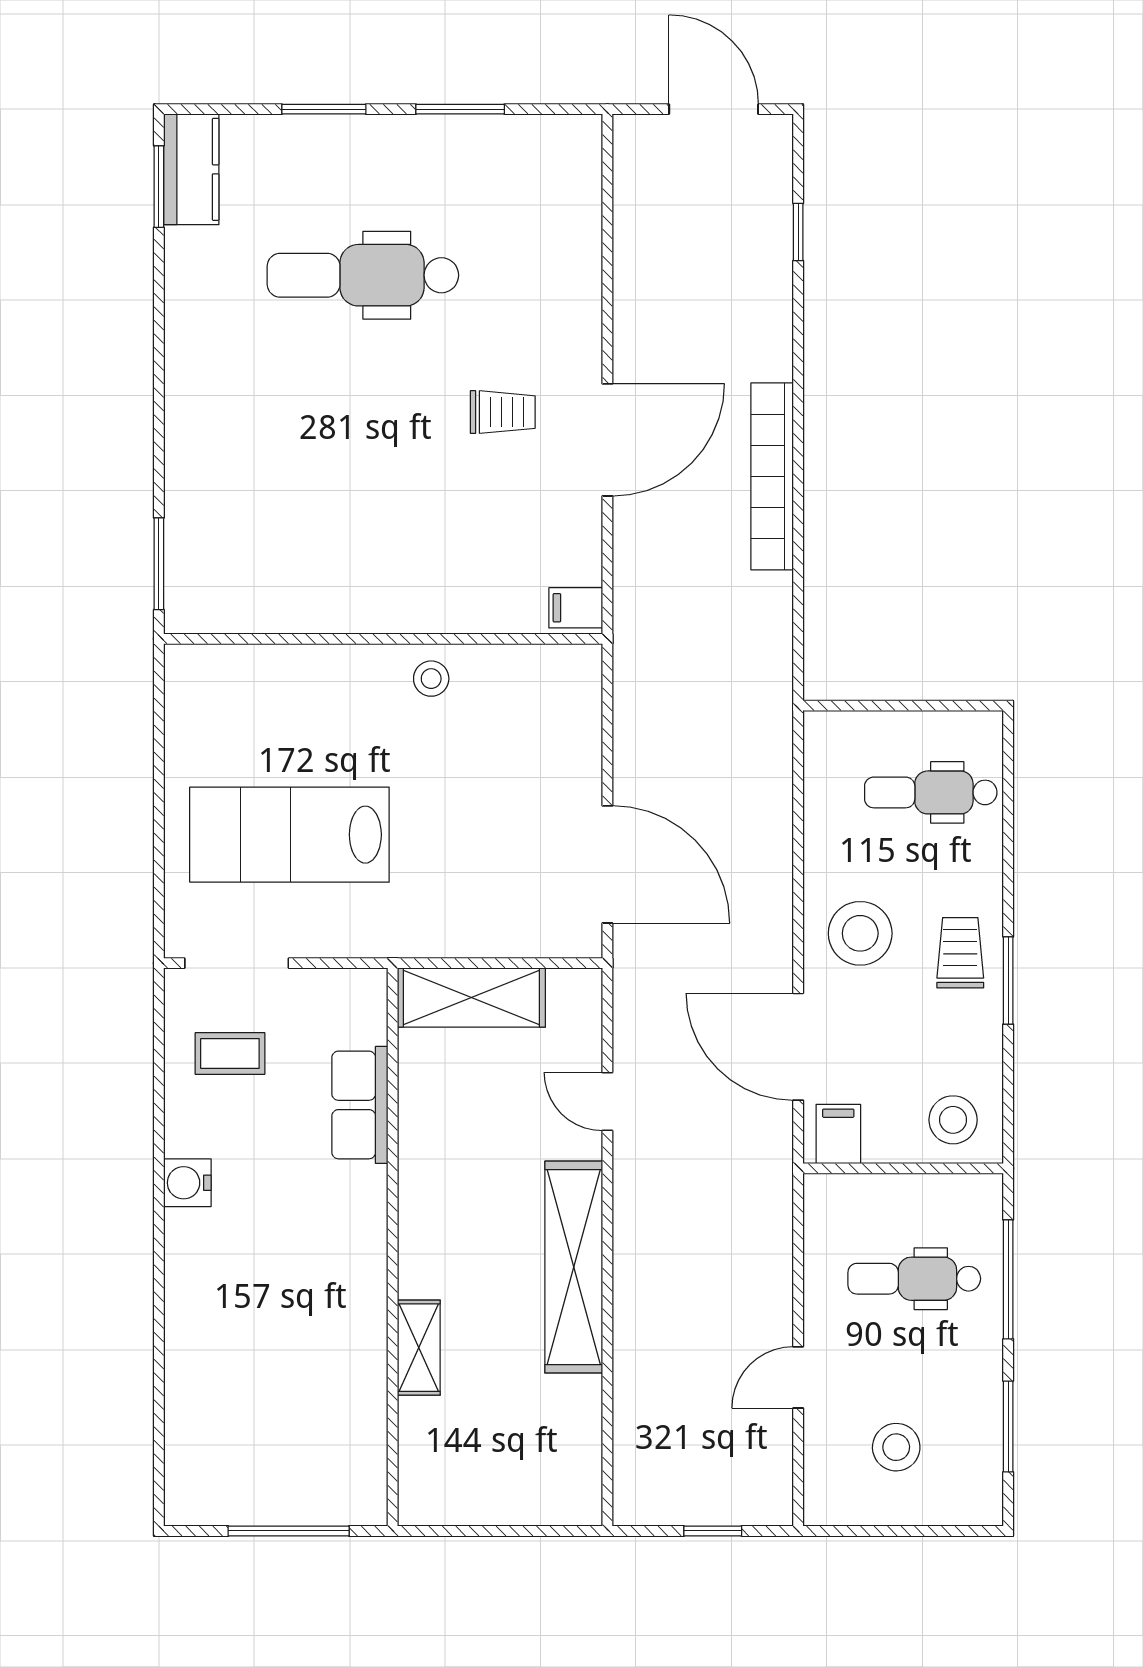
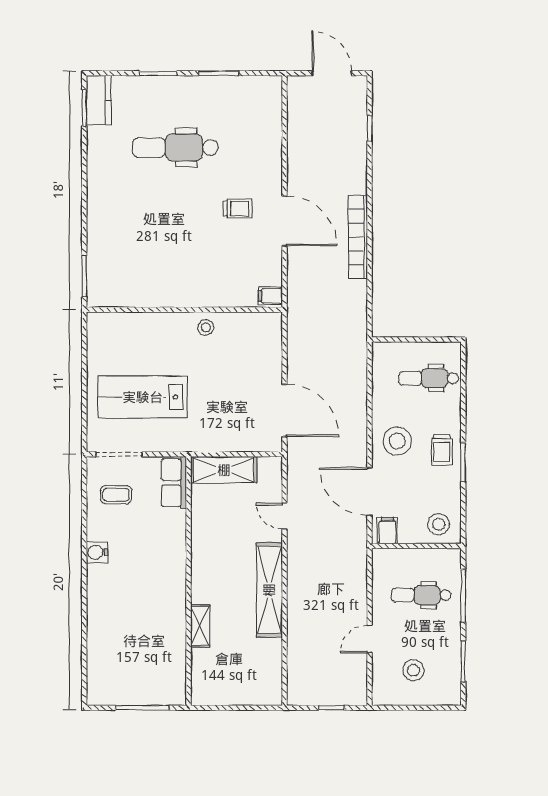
door: (607, 440) -> (284, 221), hinge flipped
trolley: (960, 953) -> (442, 450), turned 180
row of seats: (360, 1105) -> (174, 483), moved

